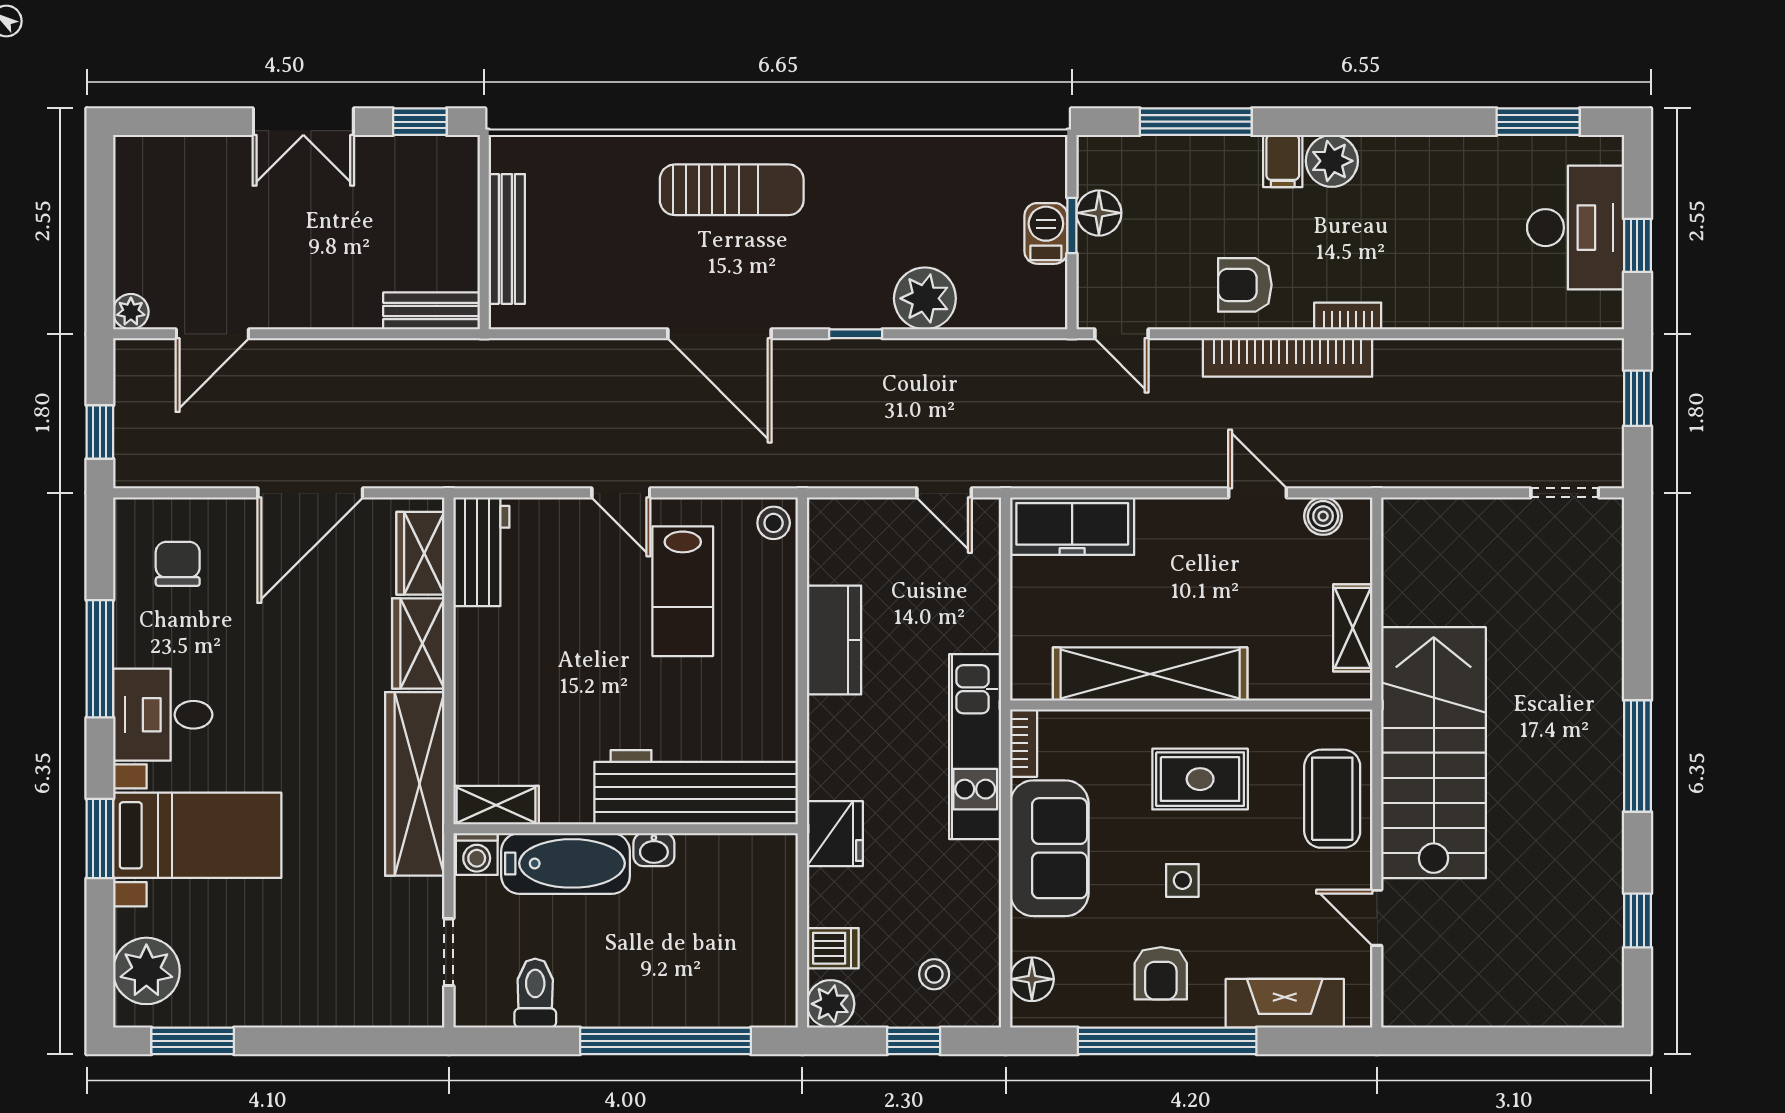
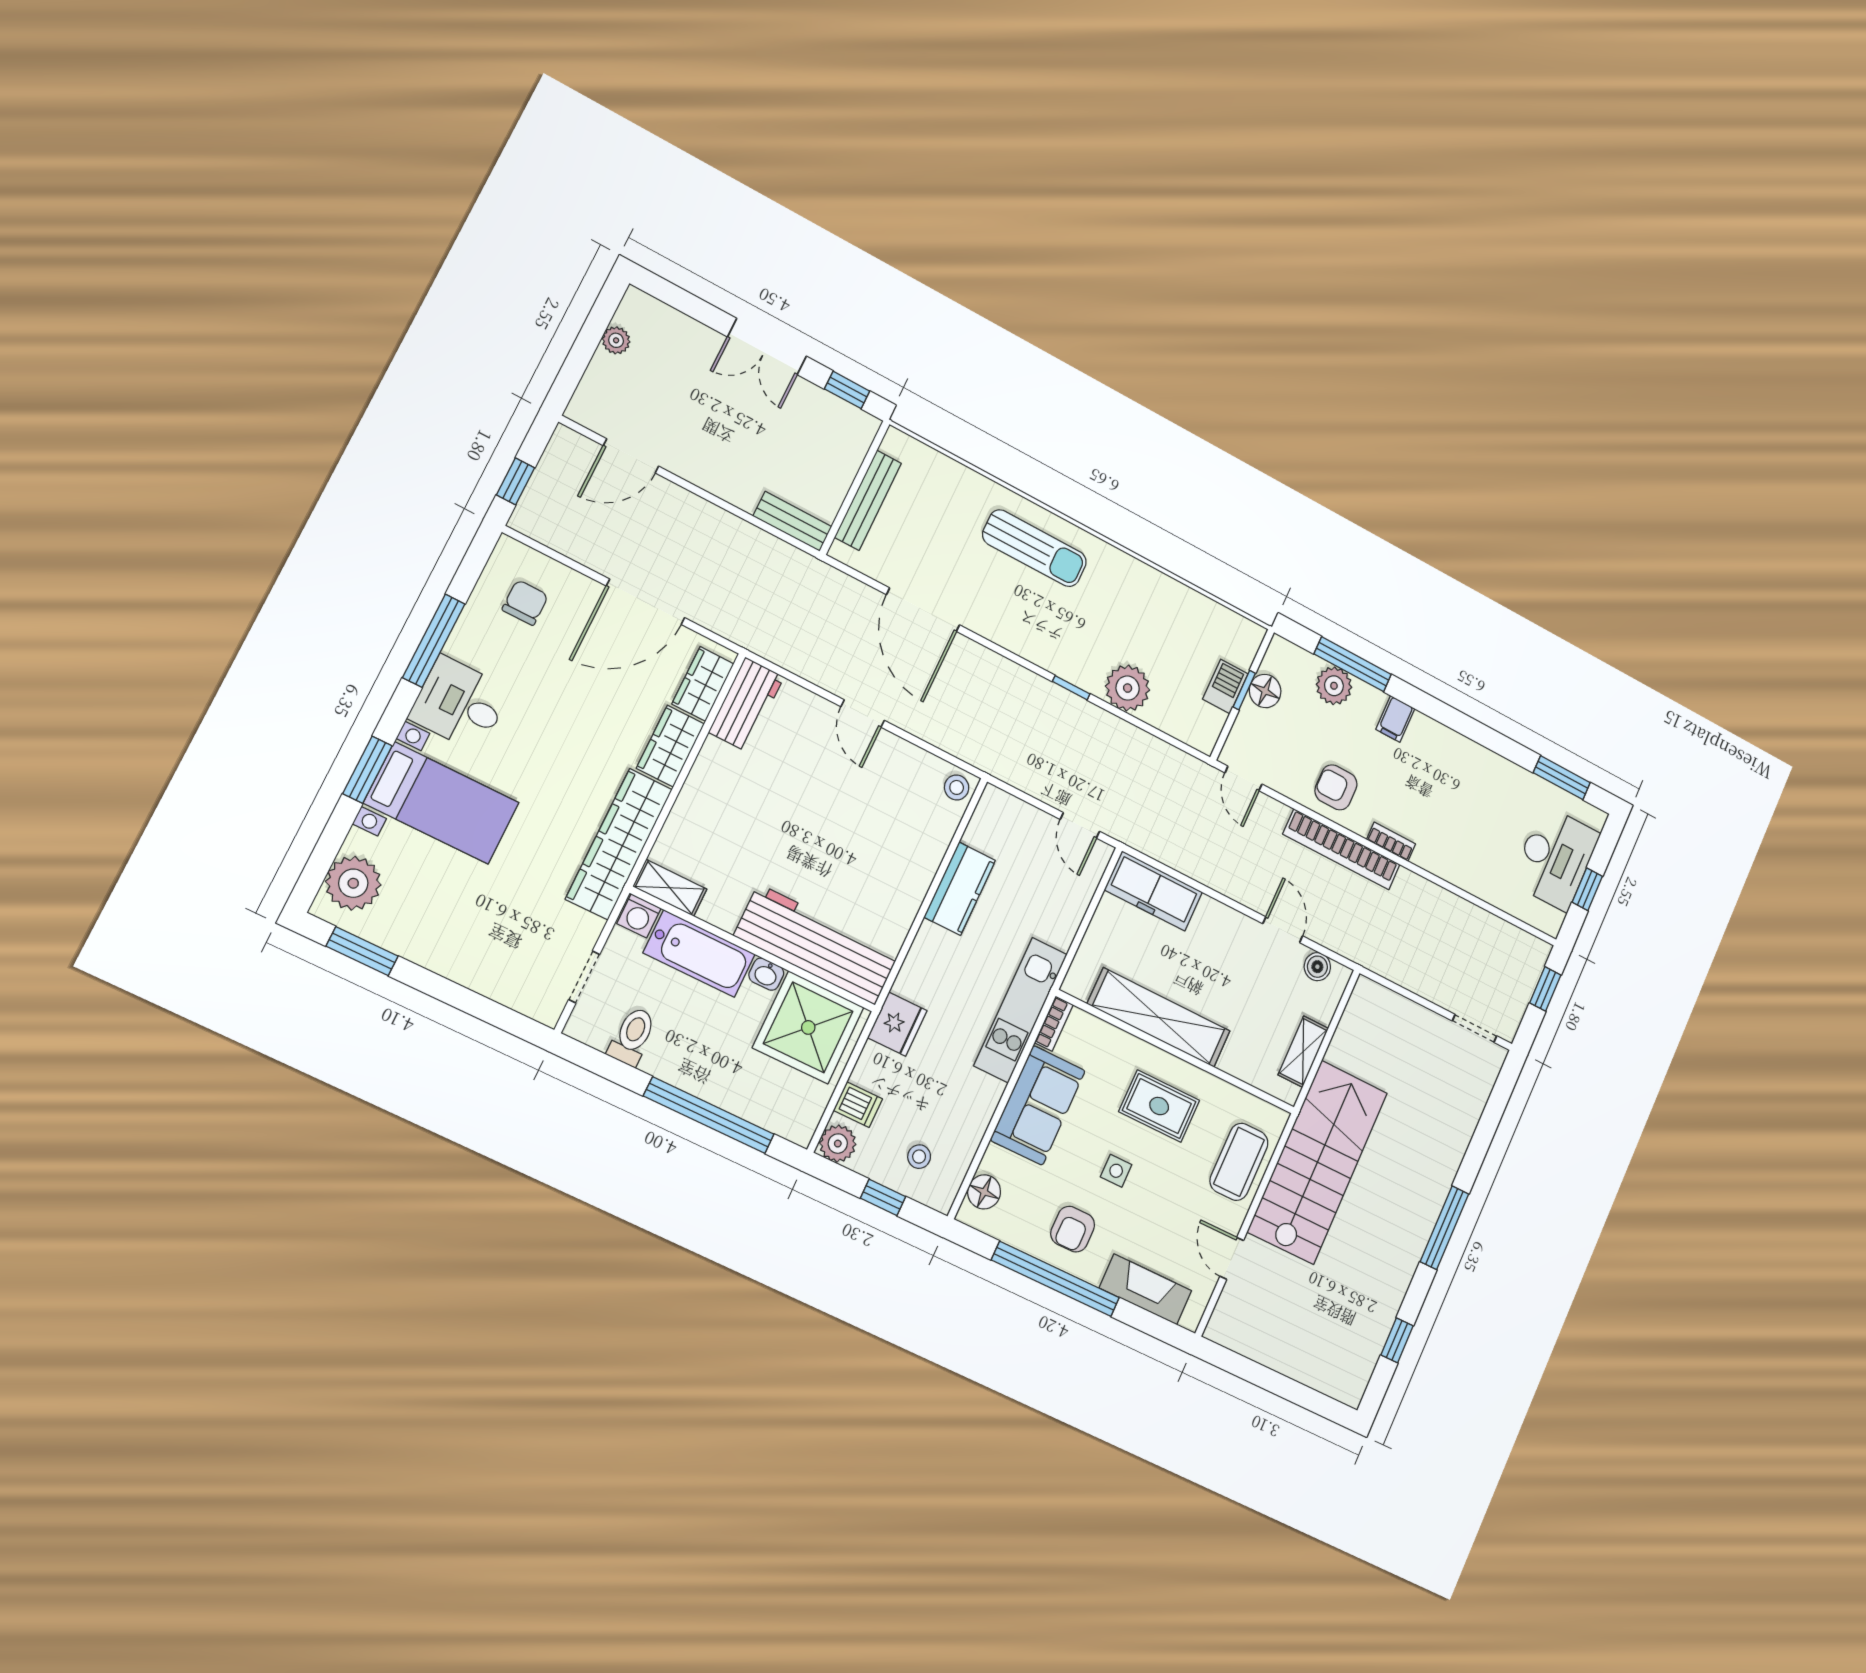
plant: (1332, 161) -> (1334, 686), moved
plant: (131, 312) -> (616, 340), moved
door: (719, 334) -> (923, 610), moved
lab bench: (683, 591) -> (873, 803), removed
shower: (732, 887) -> (808, 1027), added

